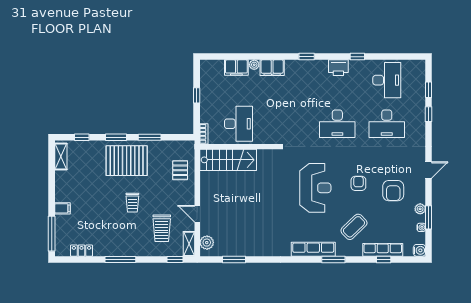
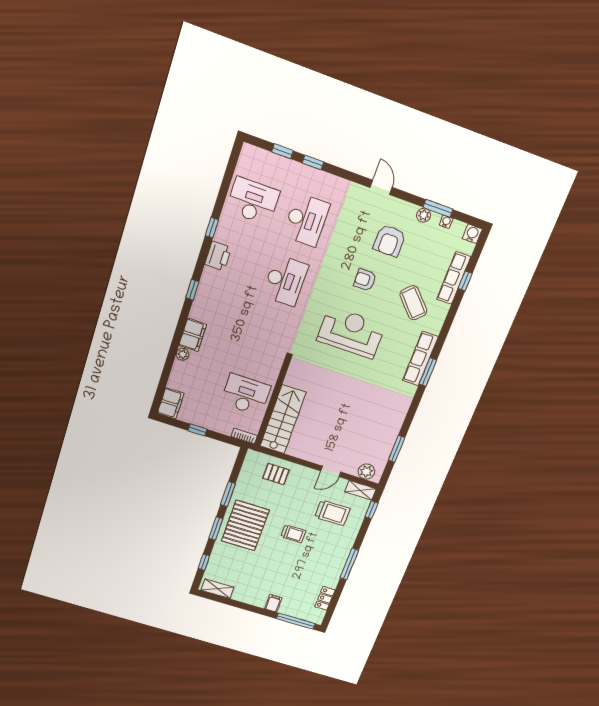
filing cabinet: (236, 68) -> (171, 403), moved
armchair: (393, 191) -> (389, 241), turned 90
window: (333, 260) -> (428, 372), moved

